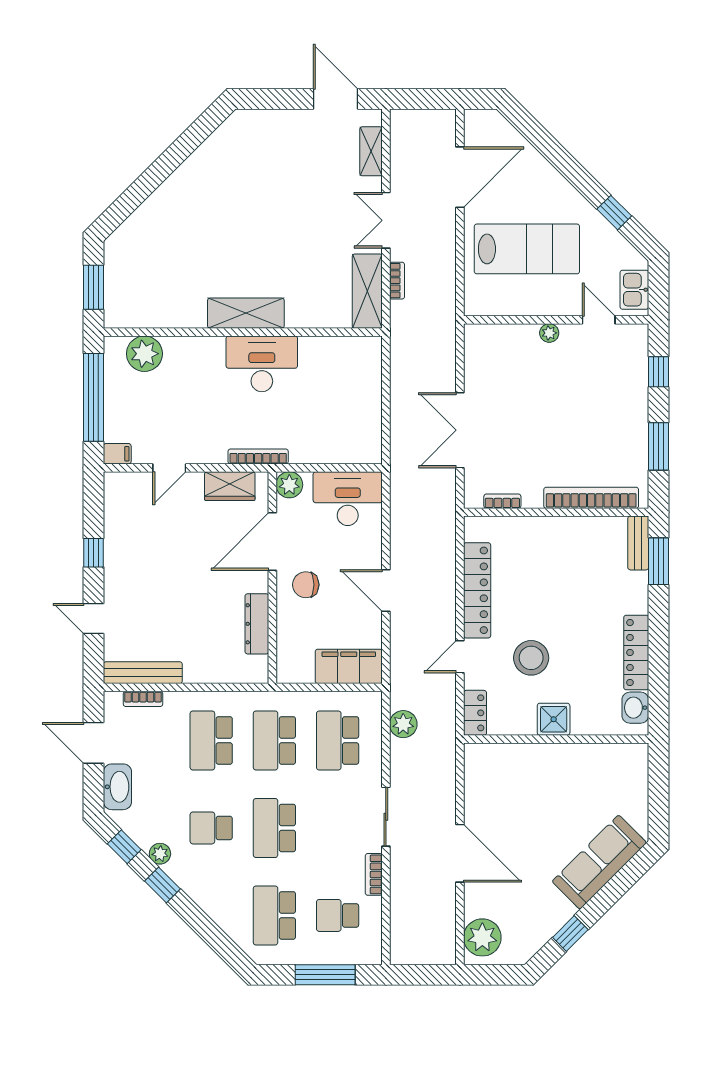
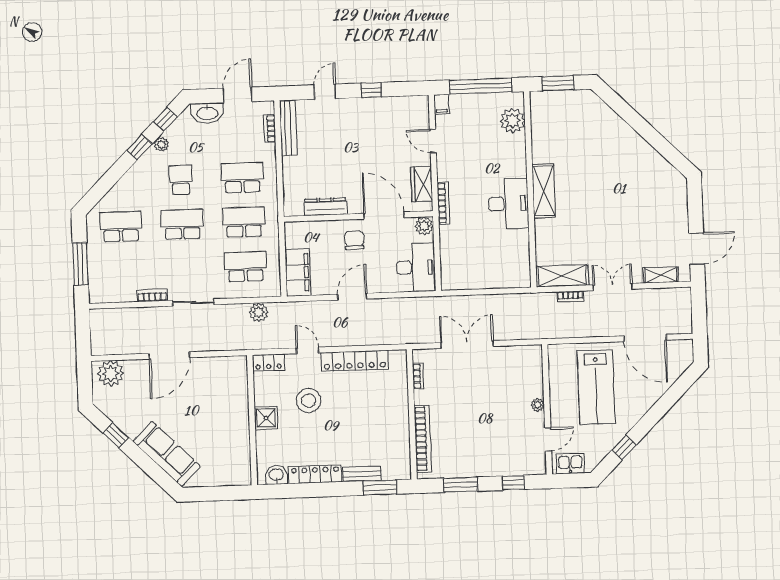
bench: (638, 543) -> (362, 474), moved
school desk: (338, 915) -> (122, 271), removed

